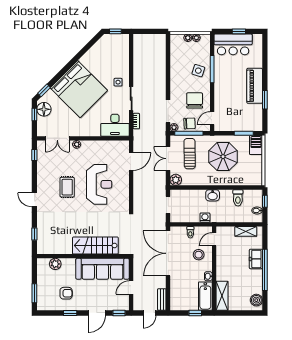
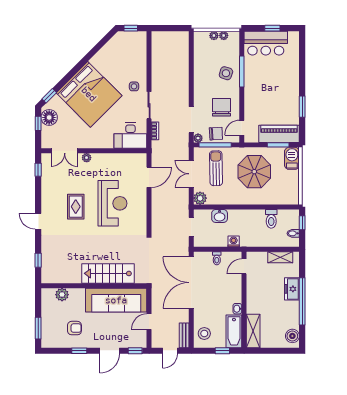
piano: (255, 86) -> (279, 134), moved, turned 90
washbasin: (213, 195) -> (220, 216), moved
stool: (199, 255) -> (204, 333), moved

